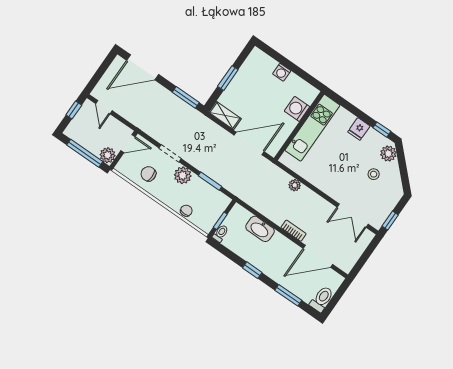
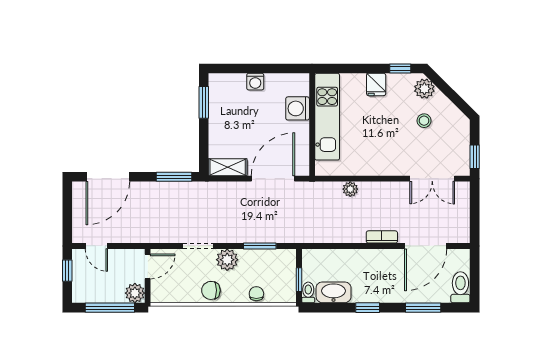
window: (228, 78) -> (204, 102), moved
chair: (148, 174) -> (211, 290), moved
washbasin: (260, 229) -> (334, 292), moved, turned 180

